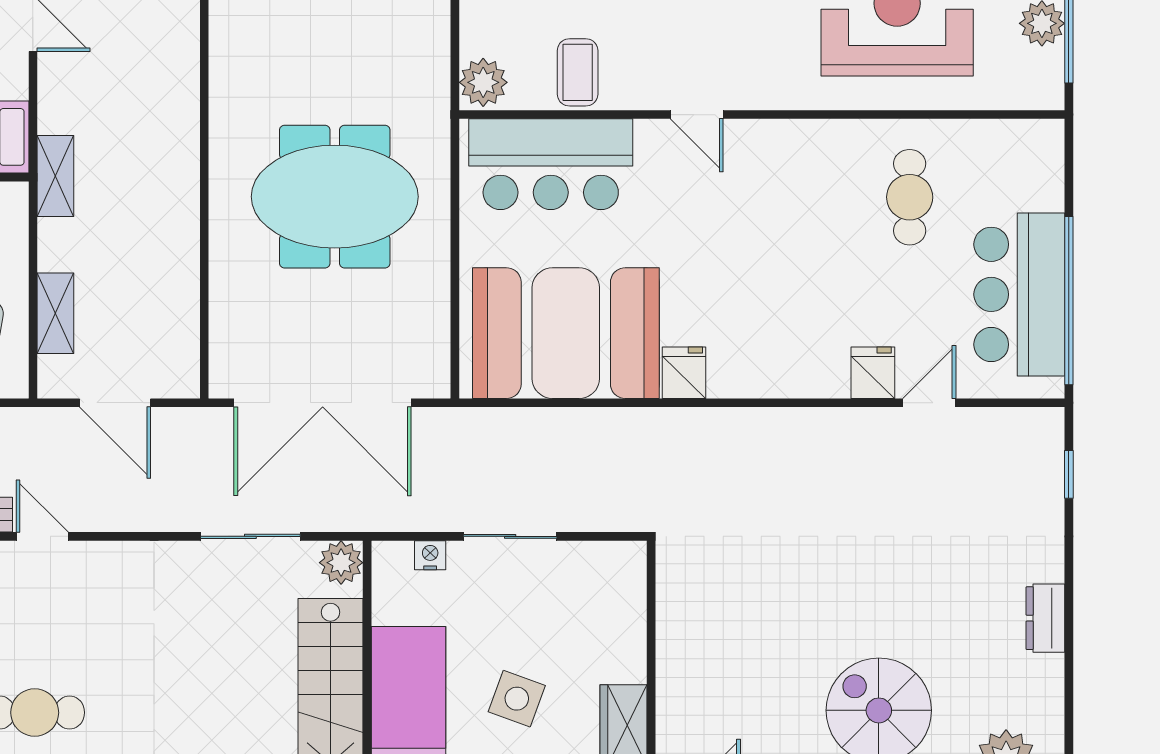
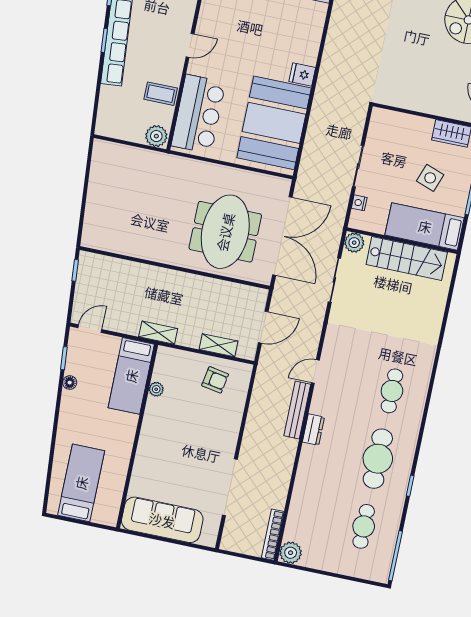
meeting table: (335, 197) -> (225, 232), moved

